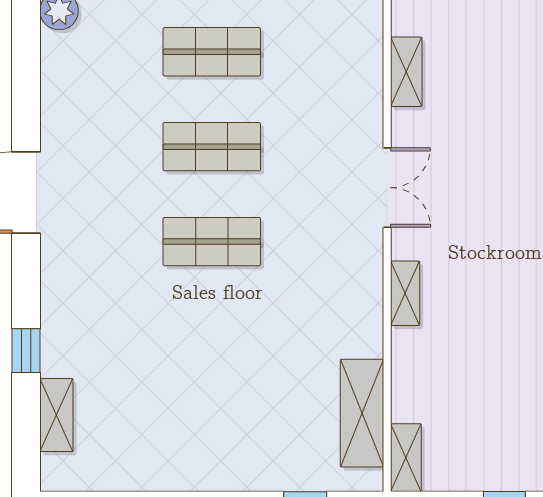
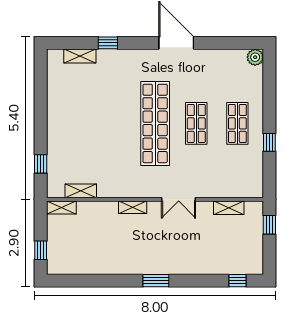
shop shelf: (212, 242) -> (155, 123), width x2.00, depth x1.36
shelving: (362, 413) -> (81, 191), width x0.67, depth x0.75

